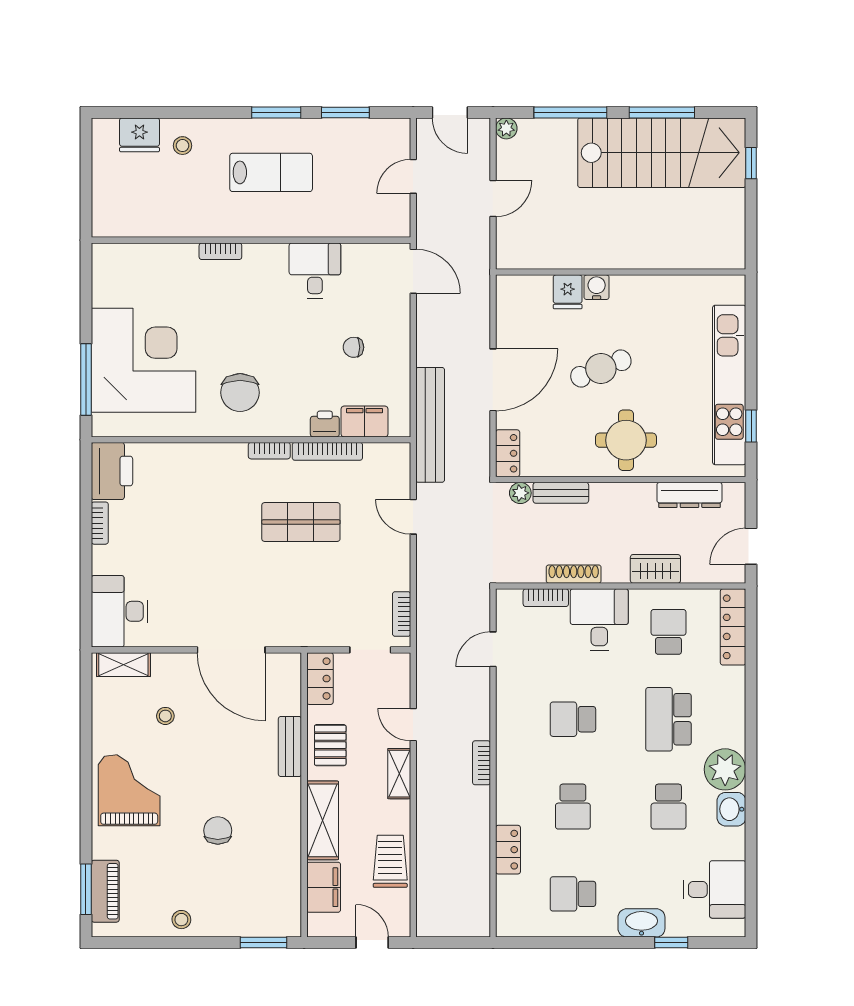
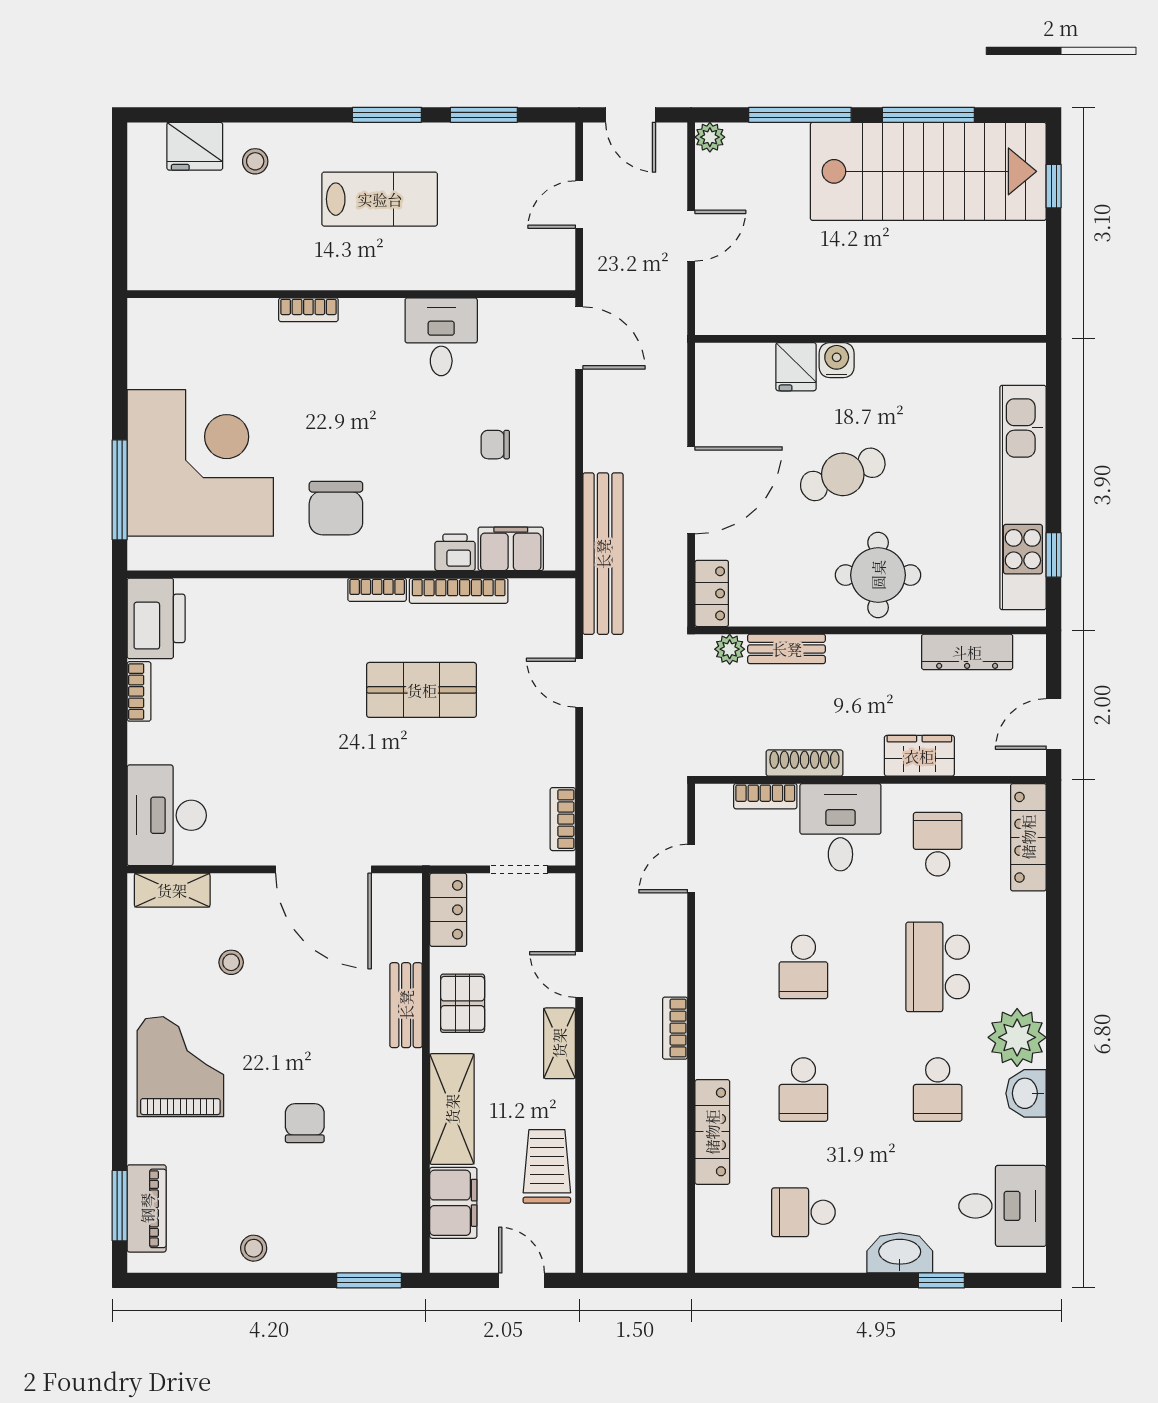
school desk: (573, 719) -> (803, 967), turned -90
locker: (508, 850) -> (712, 1132), width x1.53

